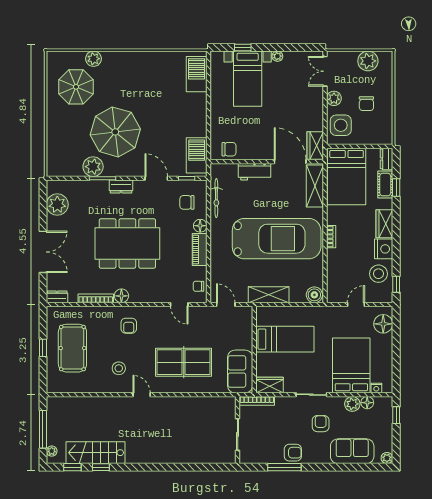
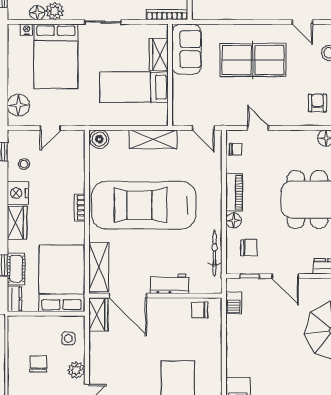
side table: (341, 125) -> (68, 338), width x0.54, depth x0.54
barbecue: (197, 155) -> (234, 303), width x0.53, depth x0.65
stool: (378, 274) -> (24, 164), width x0.53, depth x0.53
wardrobe: (270, 385) -> (159, 55), moved, turned 90

